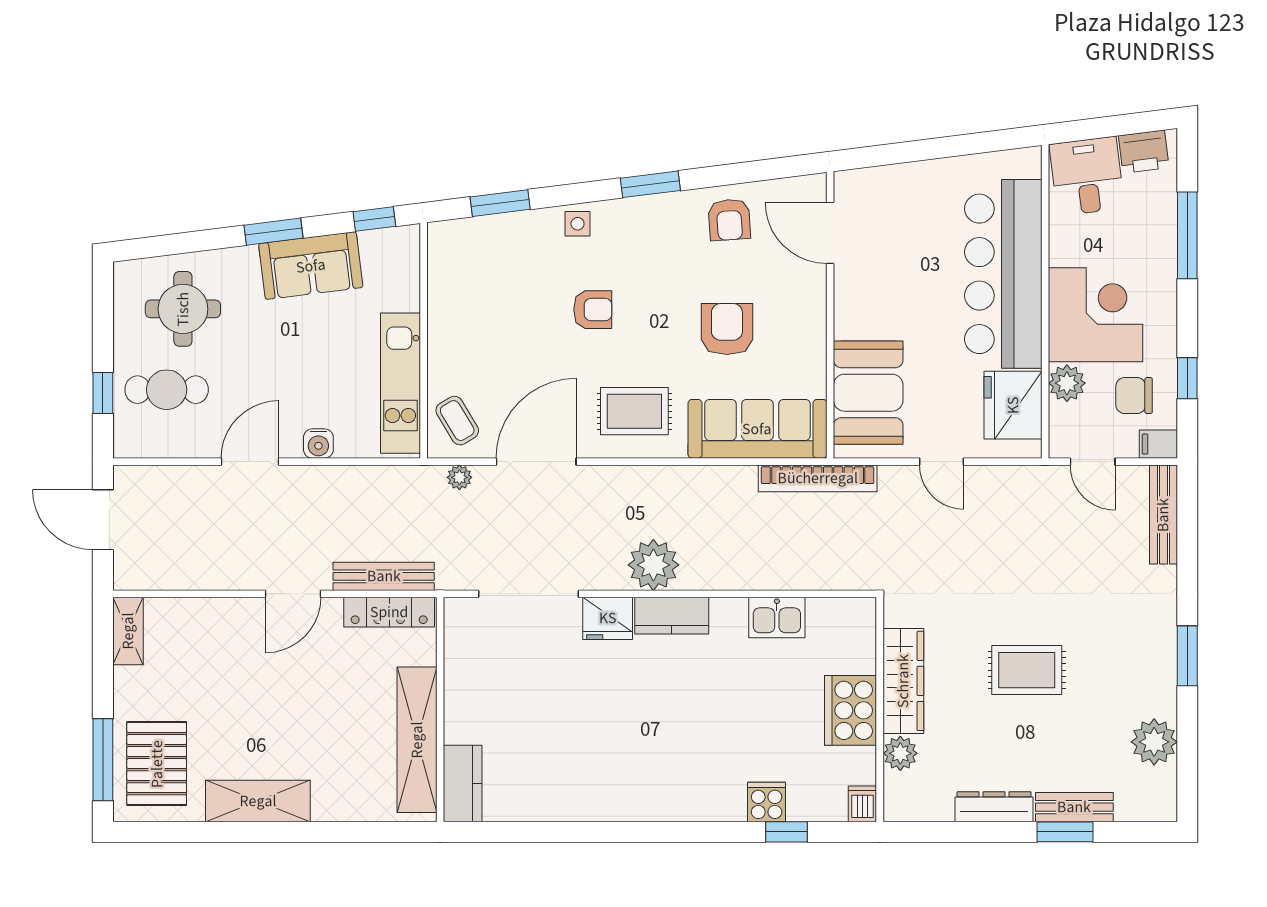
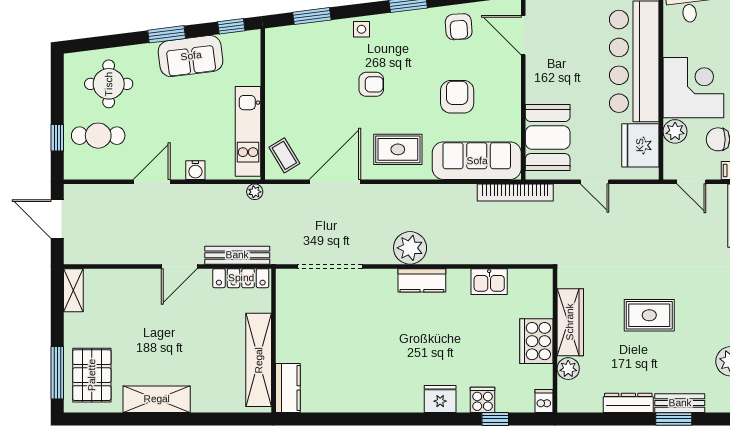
plant: (459, 477) -> (255, 192), moved
fridge: (608, 618) -> (440, 399), moved, turned 180

